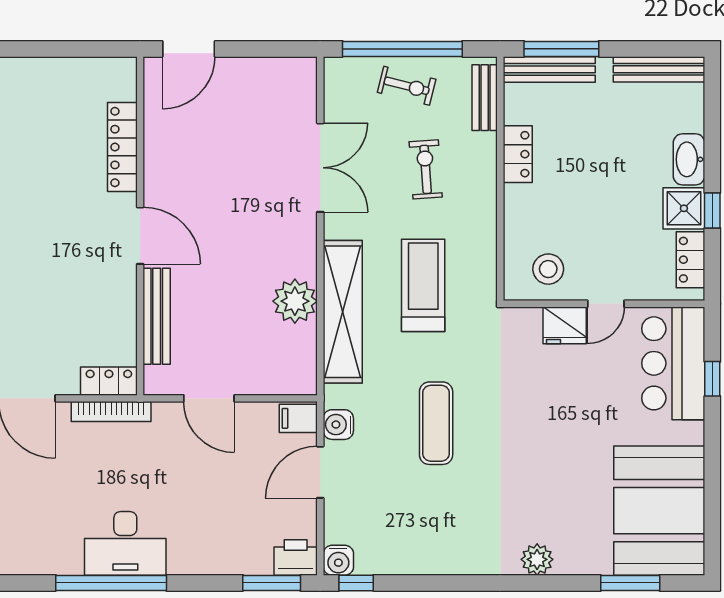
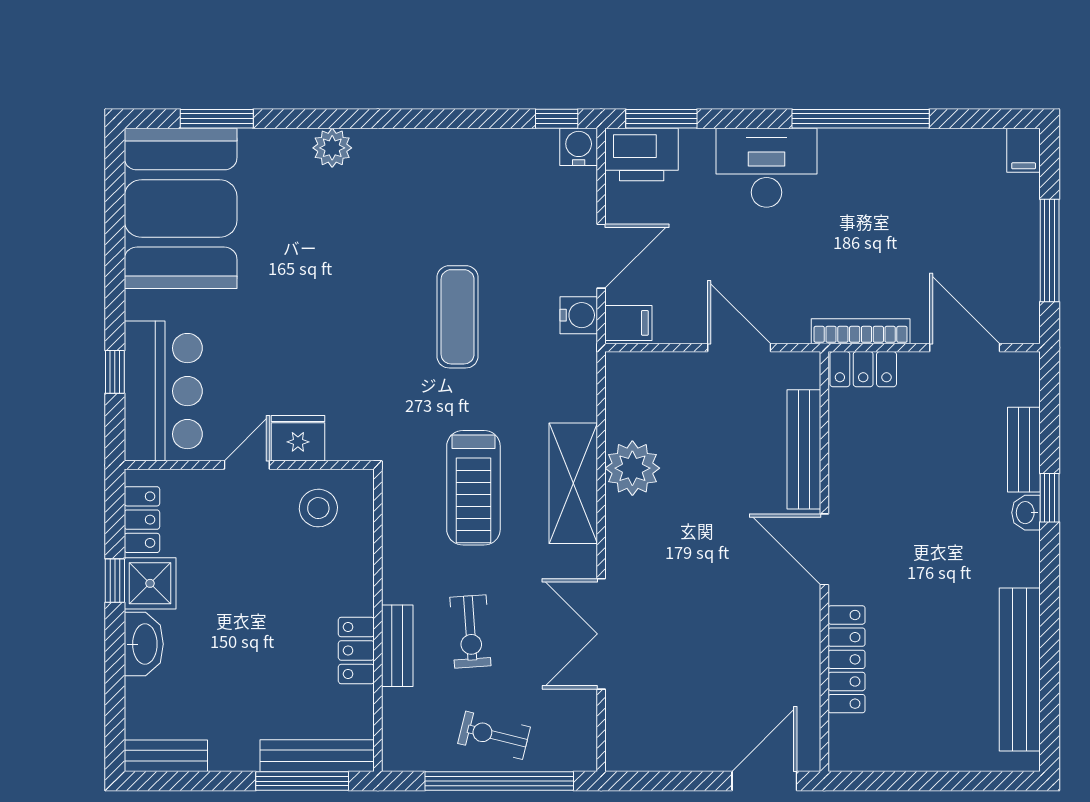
bench: (659, 69) -> (166, 756), width x0.73
bench: (485, 98) -> (397, 646), moved
shelving: (343, 312) -> (573, 483), width x0.68
desk: (125, 543) -> (766, 168), moved
printer: (296, 558) -> (642, 155), width x1.37, depth x1.19

